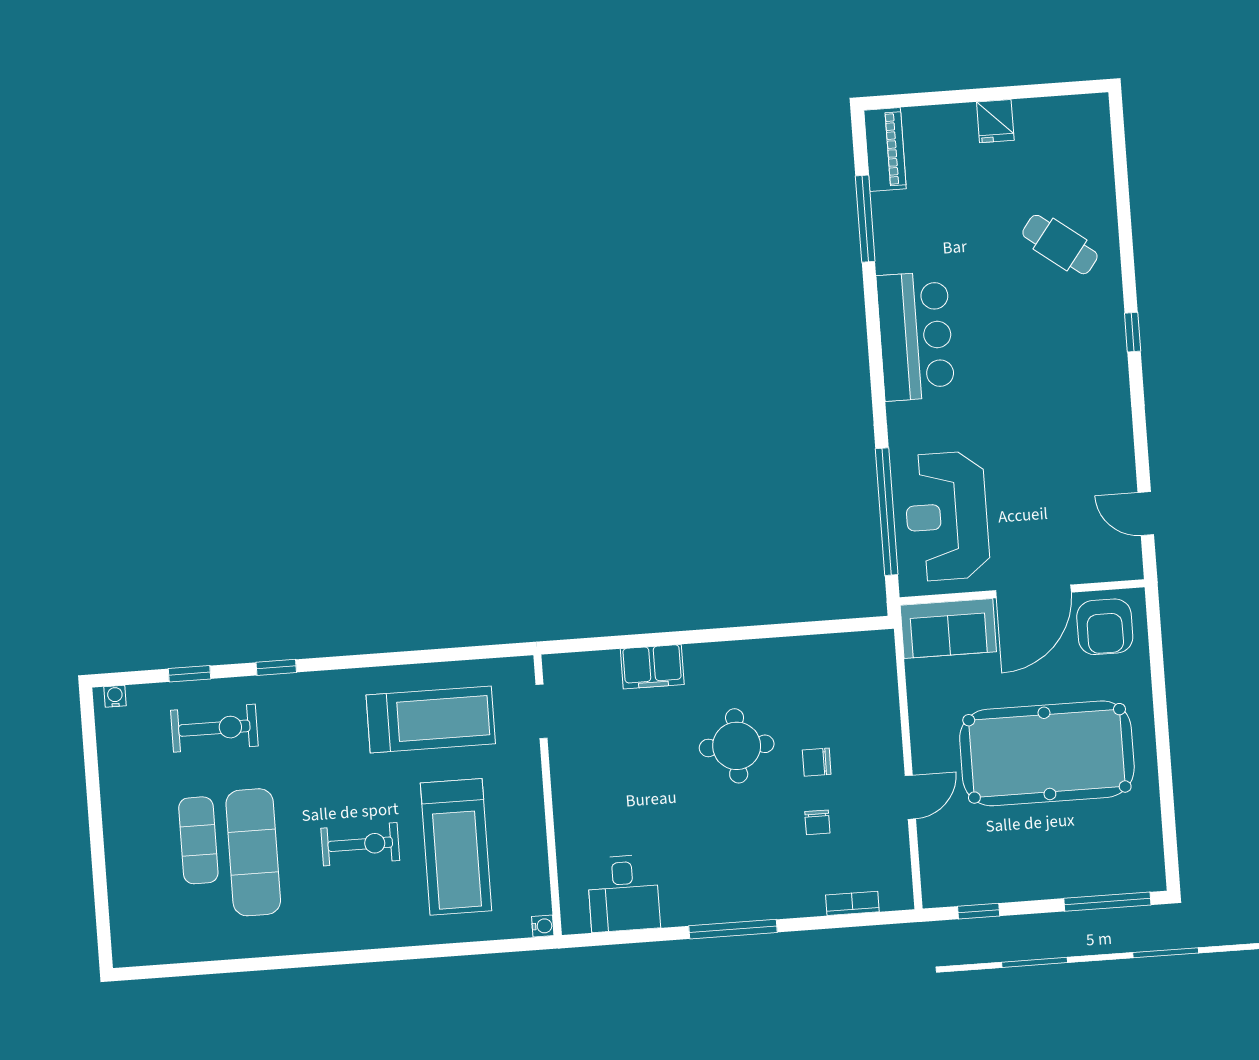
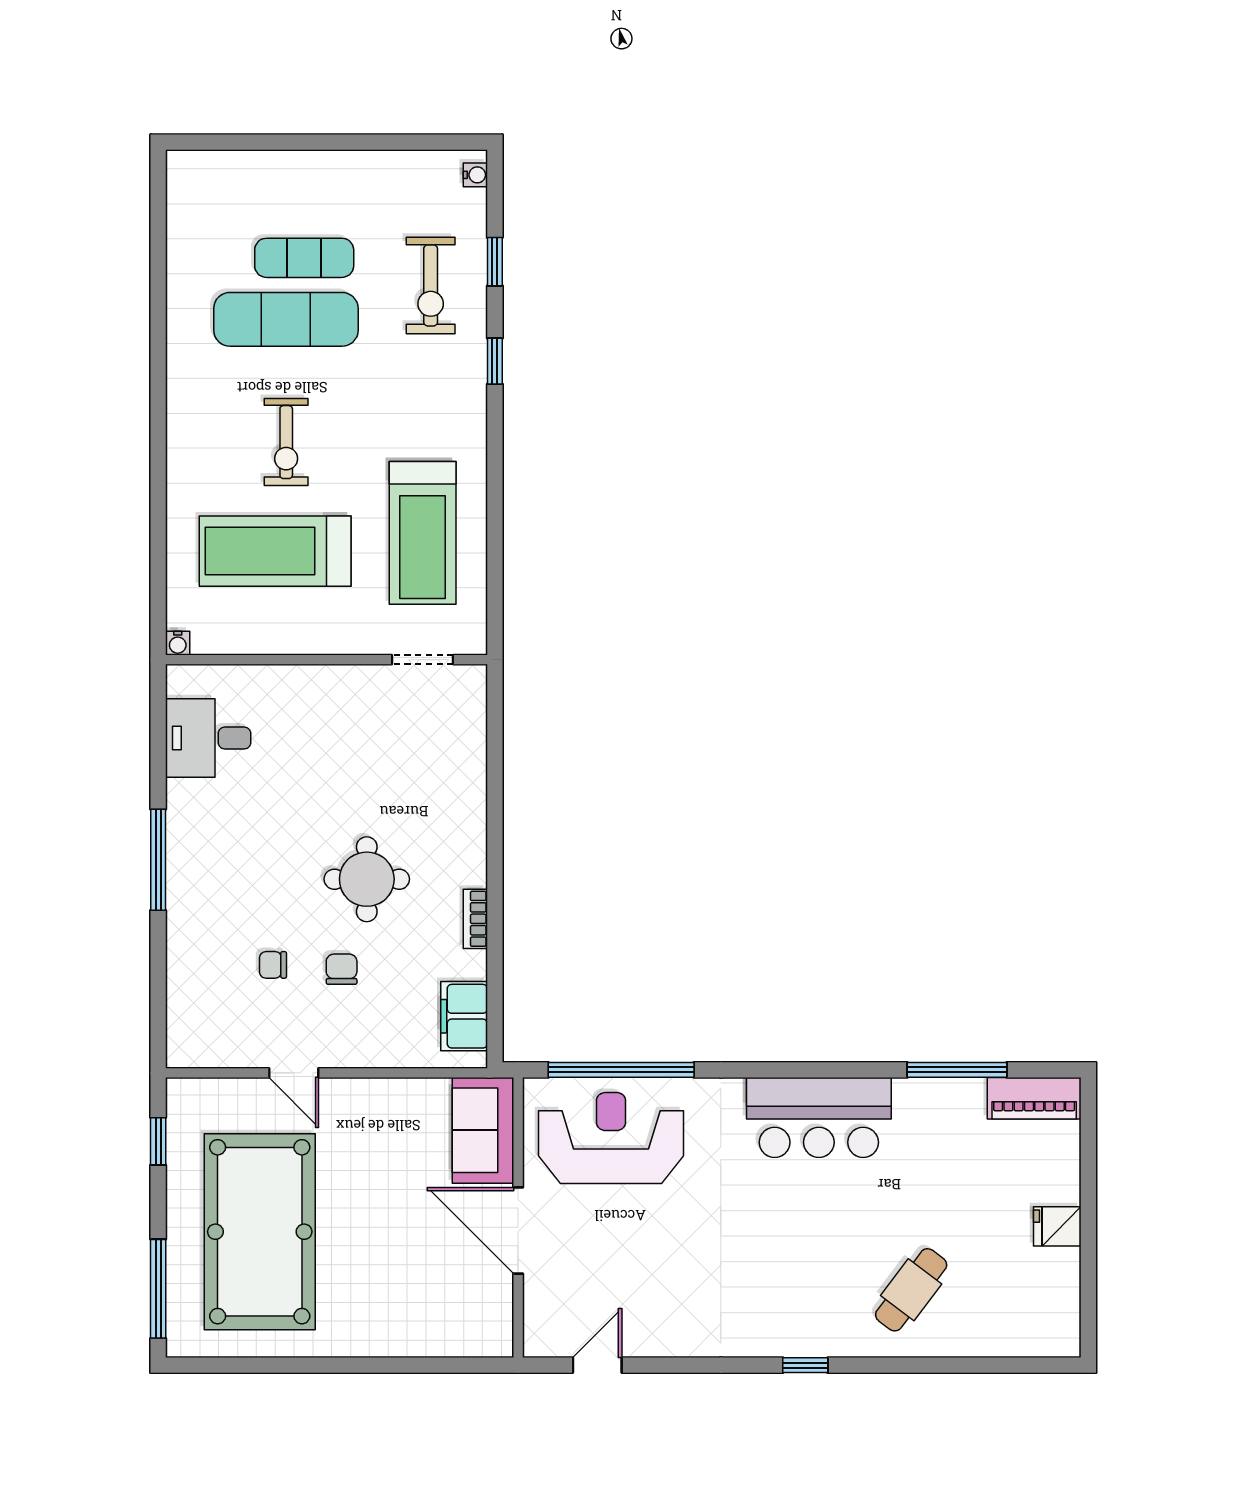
armchair: (1105, 627) -> (472, 1309), removed
filing cabinet: (652, 667) -> (464, 1016), moved
pool table: (1047, 753) -> (260, 1232), moved
bookcase: (852, 903) -> (475, 919), moved, turned 180

